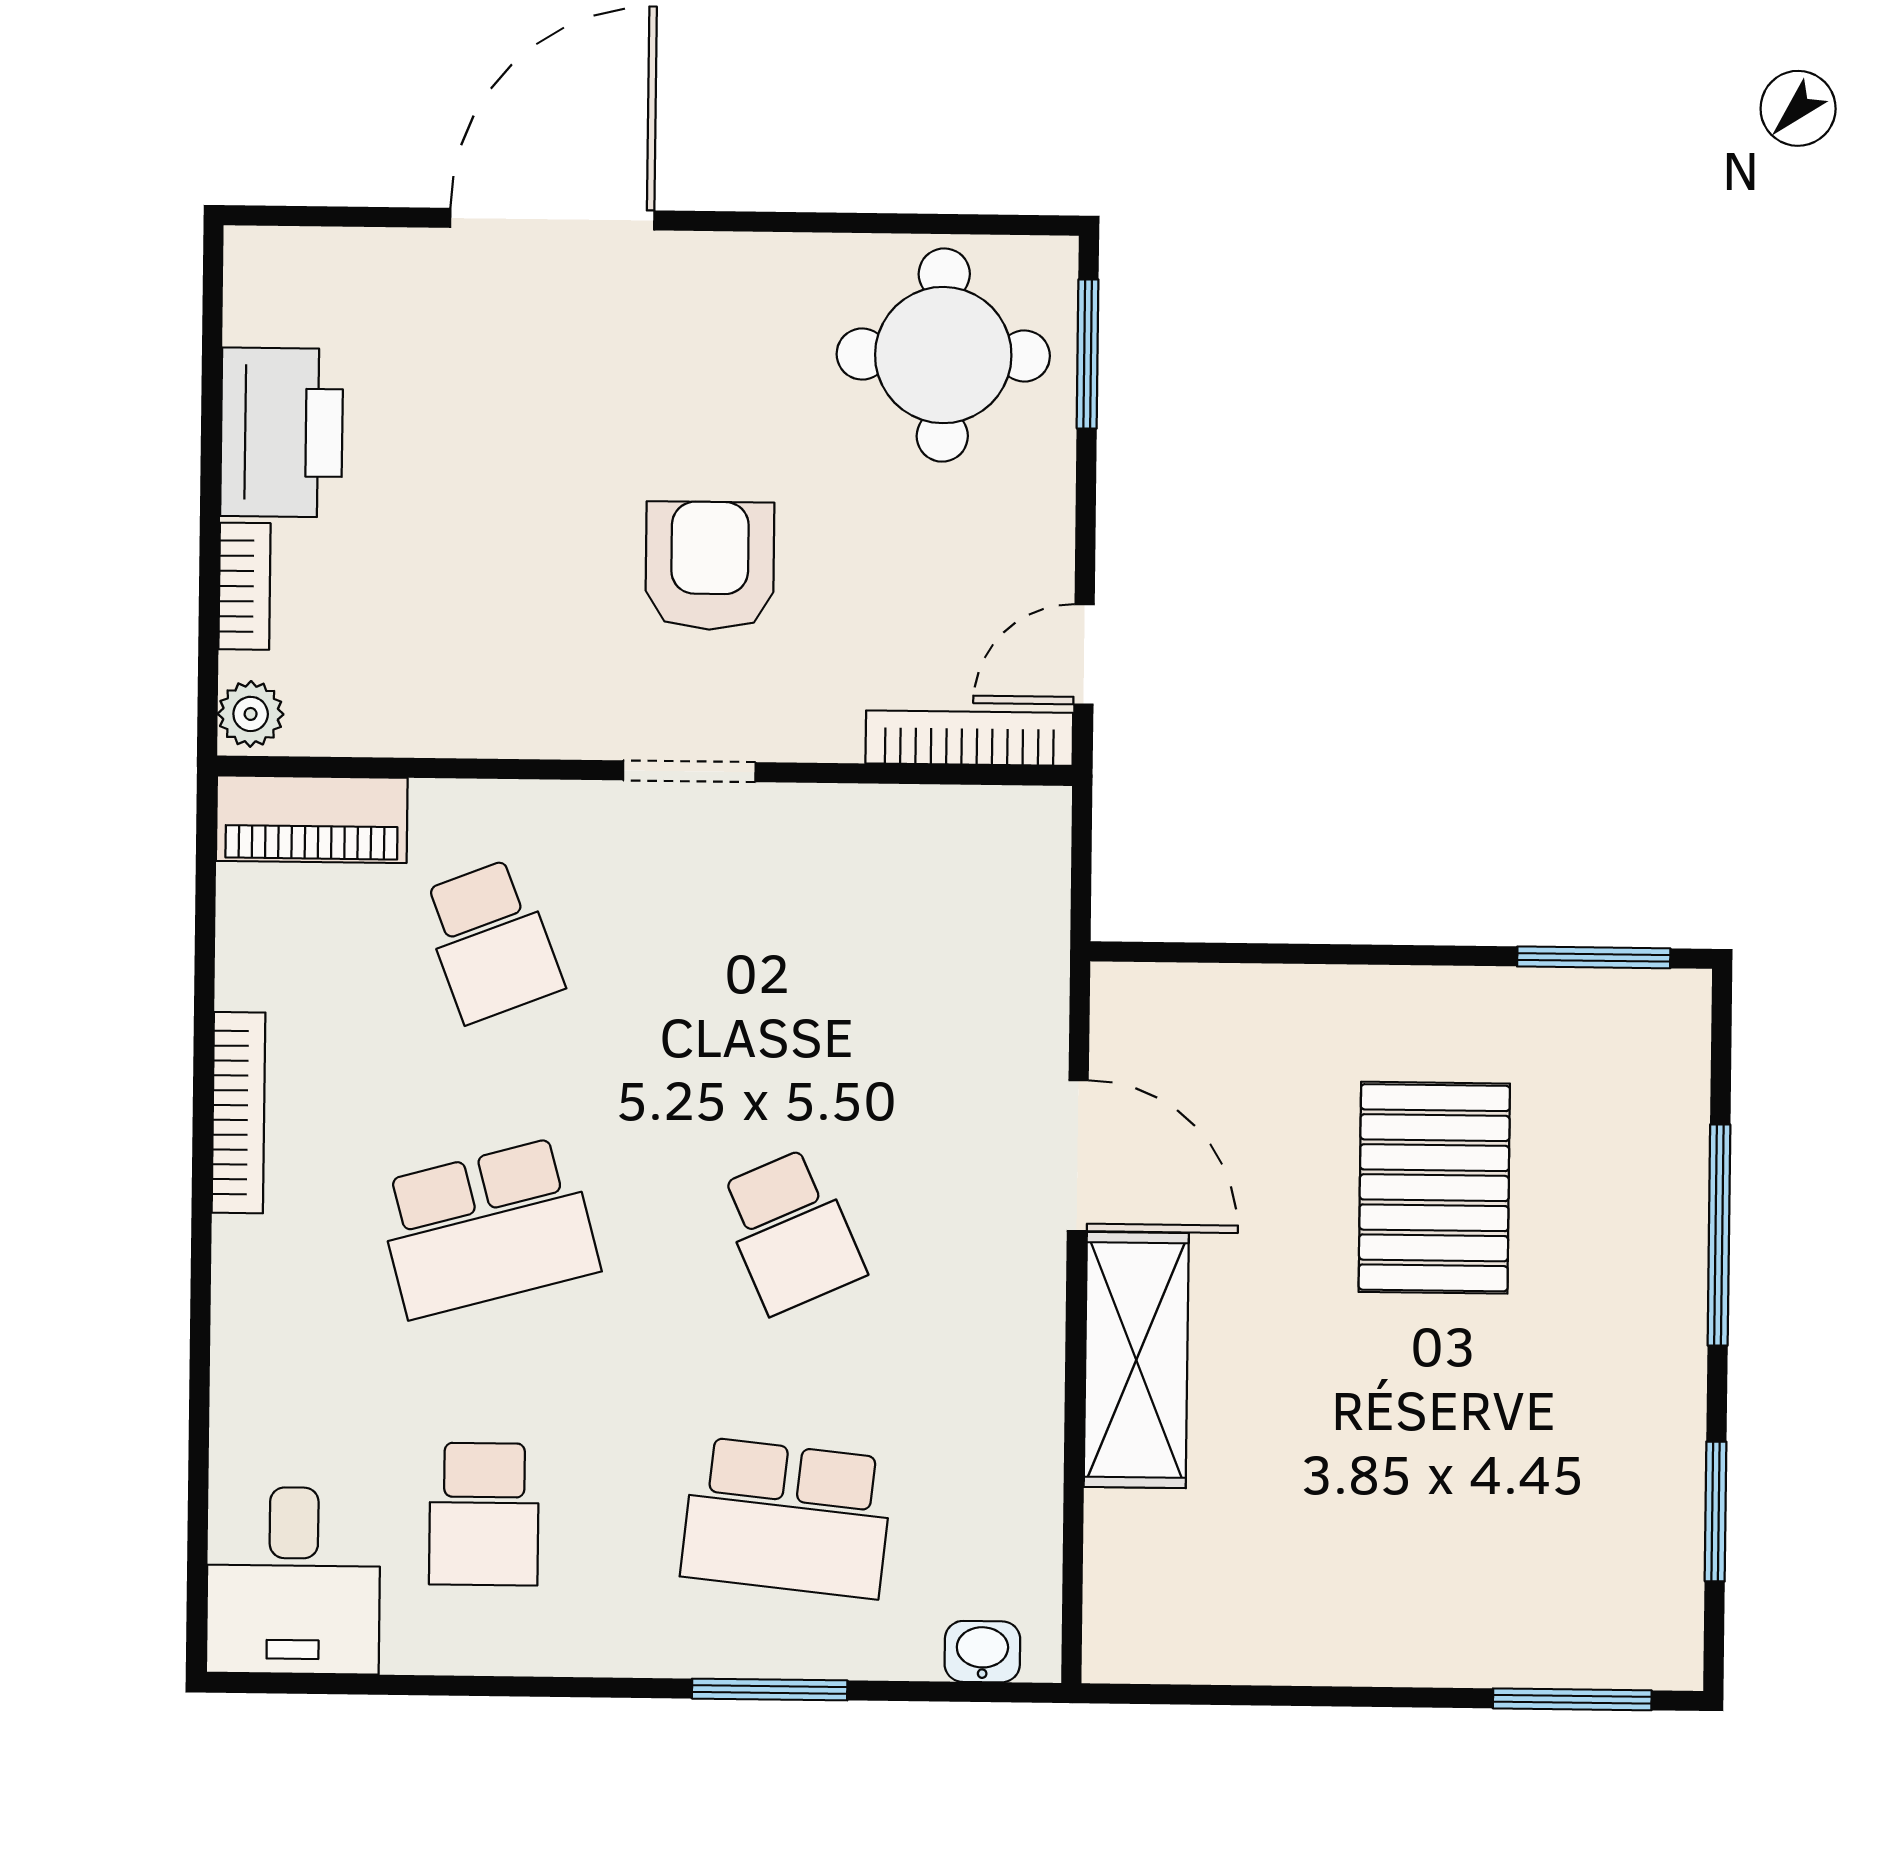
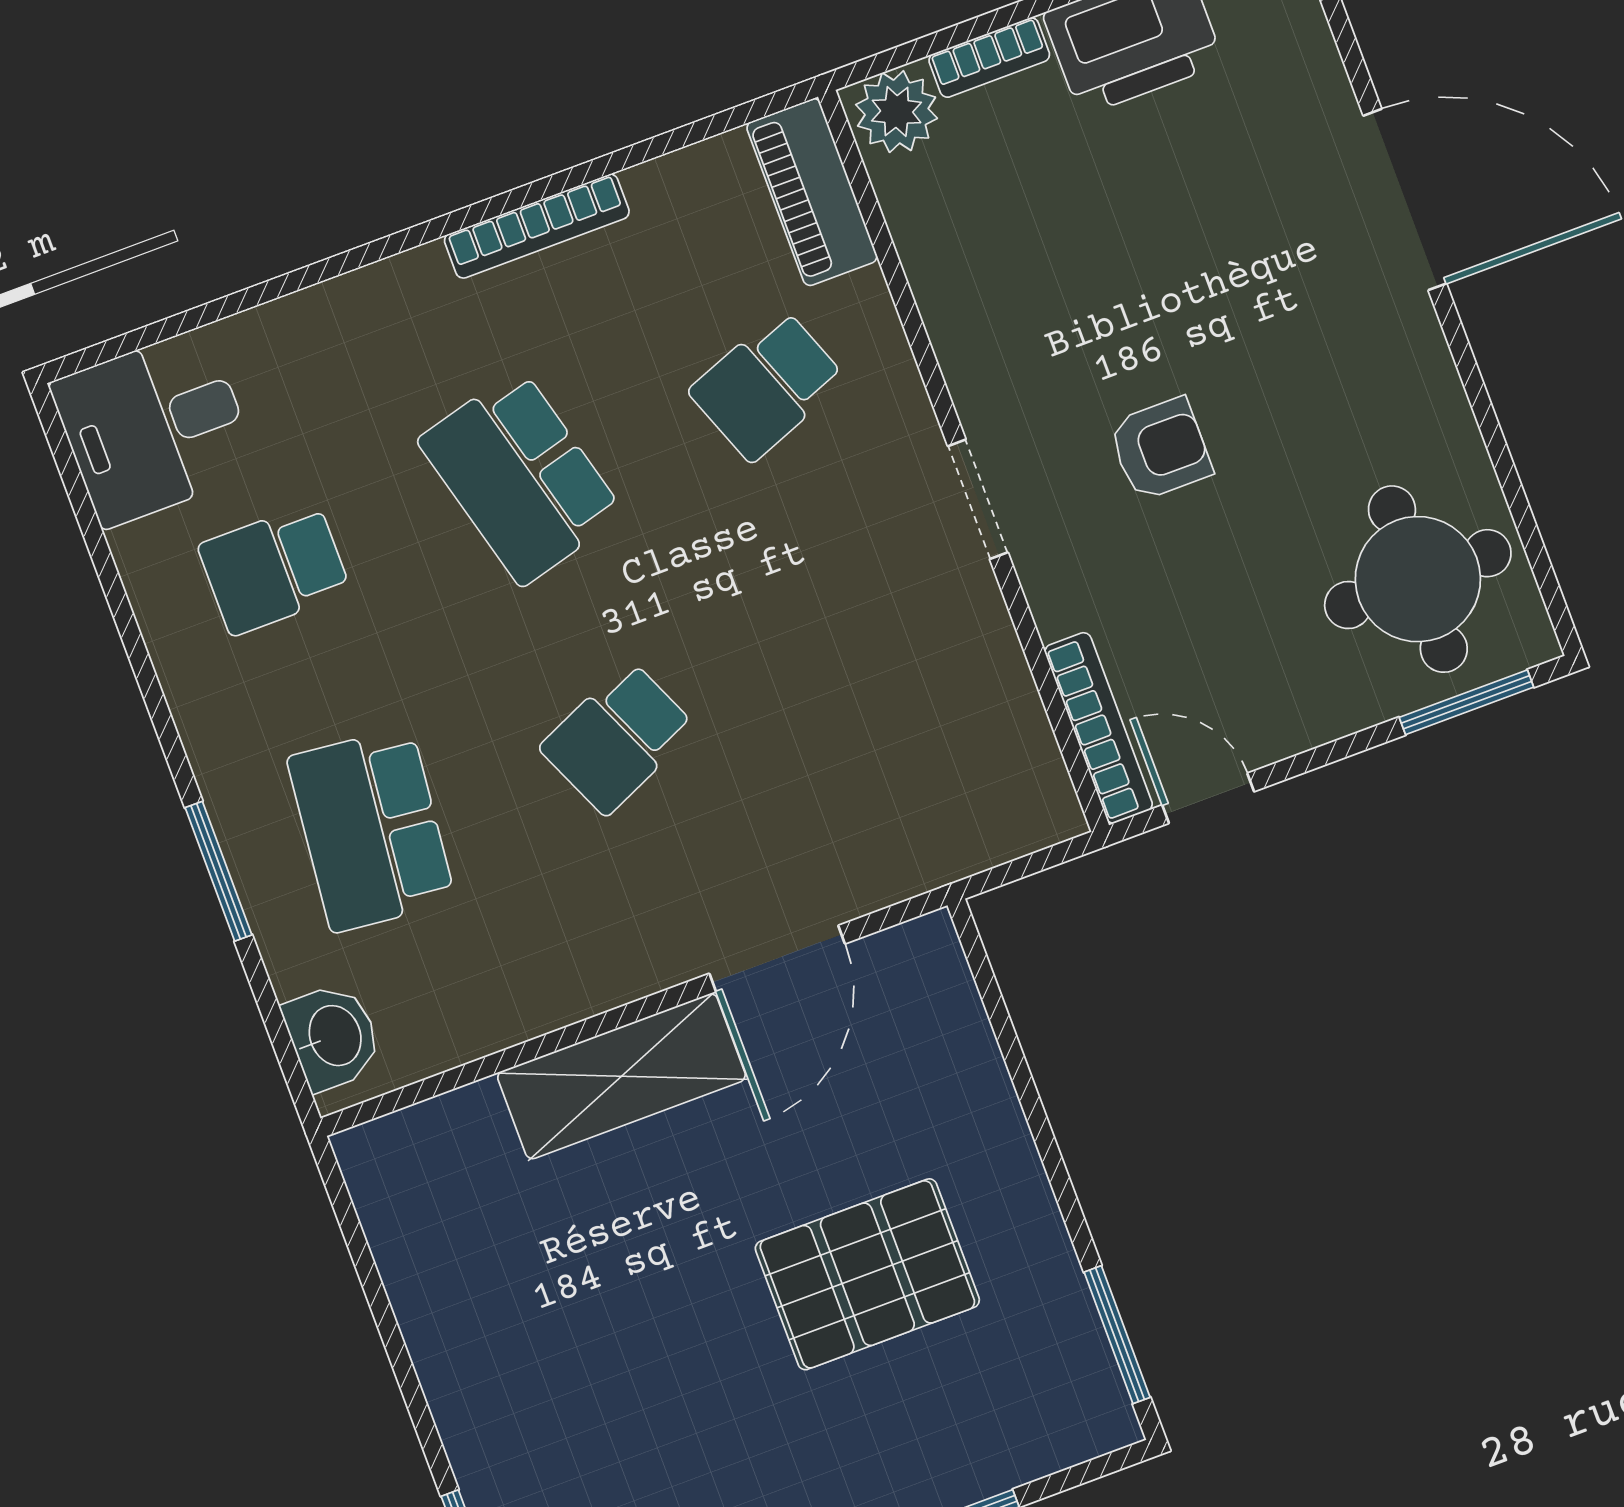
armchair: (710, 566) -> (1160, 449), width x0.72, depth x0.72
plant: (251, 714) -> (897, 112), width x1.38, depth x1.38
washbasin: (982, 1652) -> (333, 1036), width x1.38, depth x1.45

